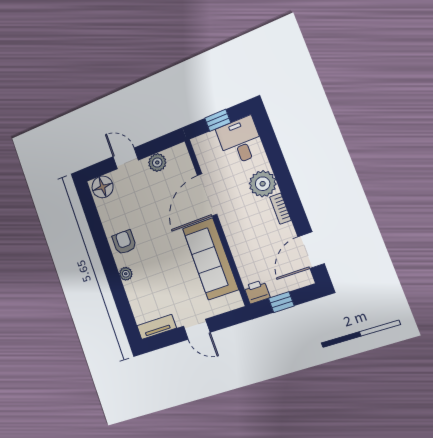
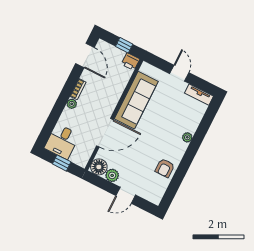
door: (126, 158) -> (126, 195), hinge flipped
plant: (263, 184) -> (72, 104), width x0.53, depth x0.53
floor lamp: (103, 187) -> (99, 167), moved
armchair: (124, 242) -> (165, 168), moved
door: (311, 250) -> (85, 55), hinge flipped

